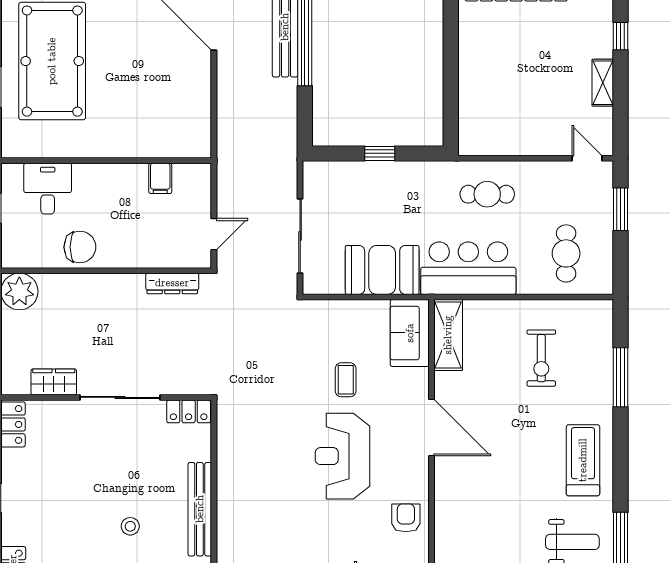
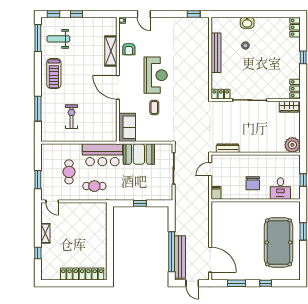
filing cabinet: (160, 178) -> (216, 193), moved
chair: (80, 247) -> (253, 183), moved, turned -90
cafe table: (566, 253) -> (69, 172), moved
shelving: (448, 335) -> (111, 51), moved
wardrobe: (54, 382) -> (289, 107), moved

